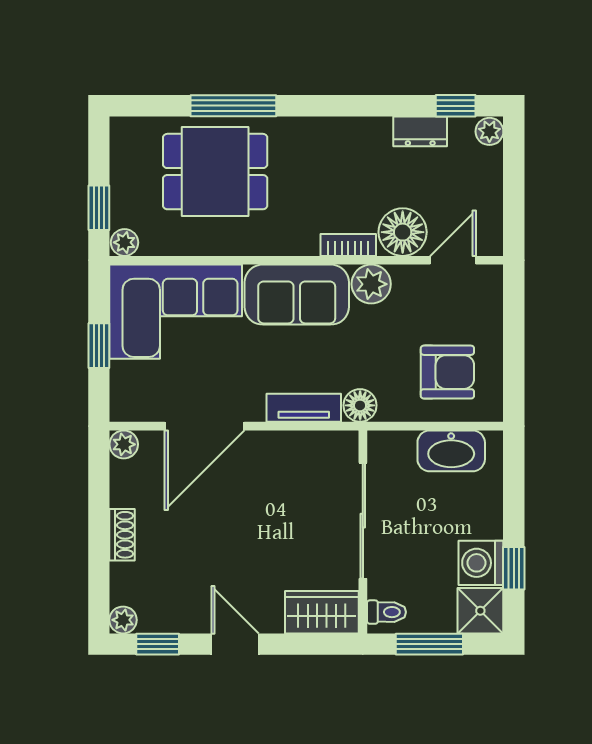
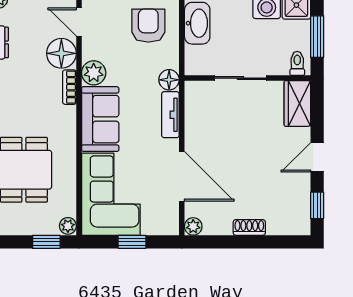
sliding door: (363, 521) -> (240, 78), width x0.73
plant: (123, 620) -> (302, 227), removed

